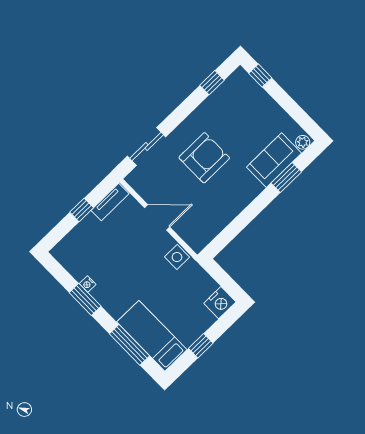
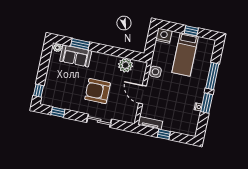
sliding door: (147, 147) -> (99, 121), moved
plant: (214, 221) -> (126, 65), added
bed: (152, 336) -> (185, 54), moved
window: (129, 345) -> (212, 76), moved

